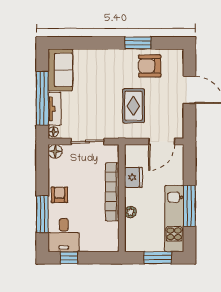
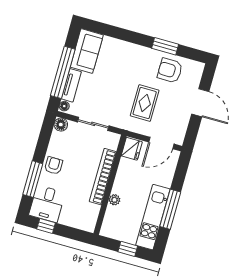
fridge: (133, 177) -> (132, 149), moved
window: (158, 258) -> (128, 249), width x0.67

